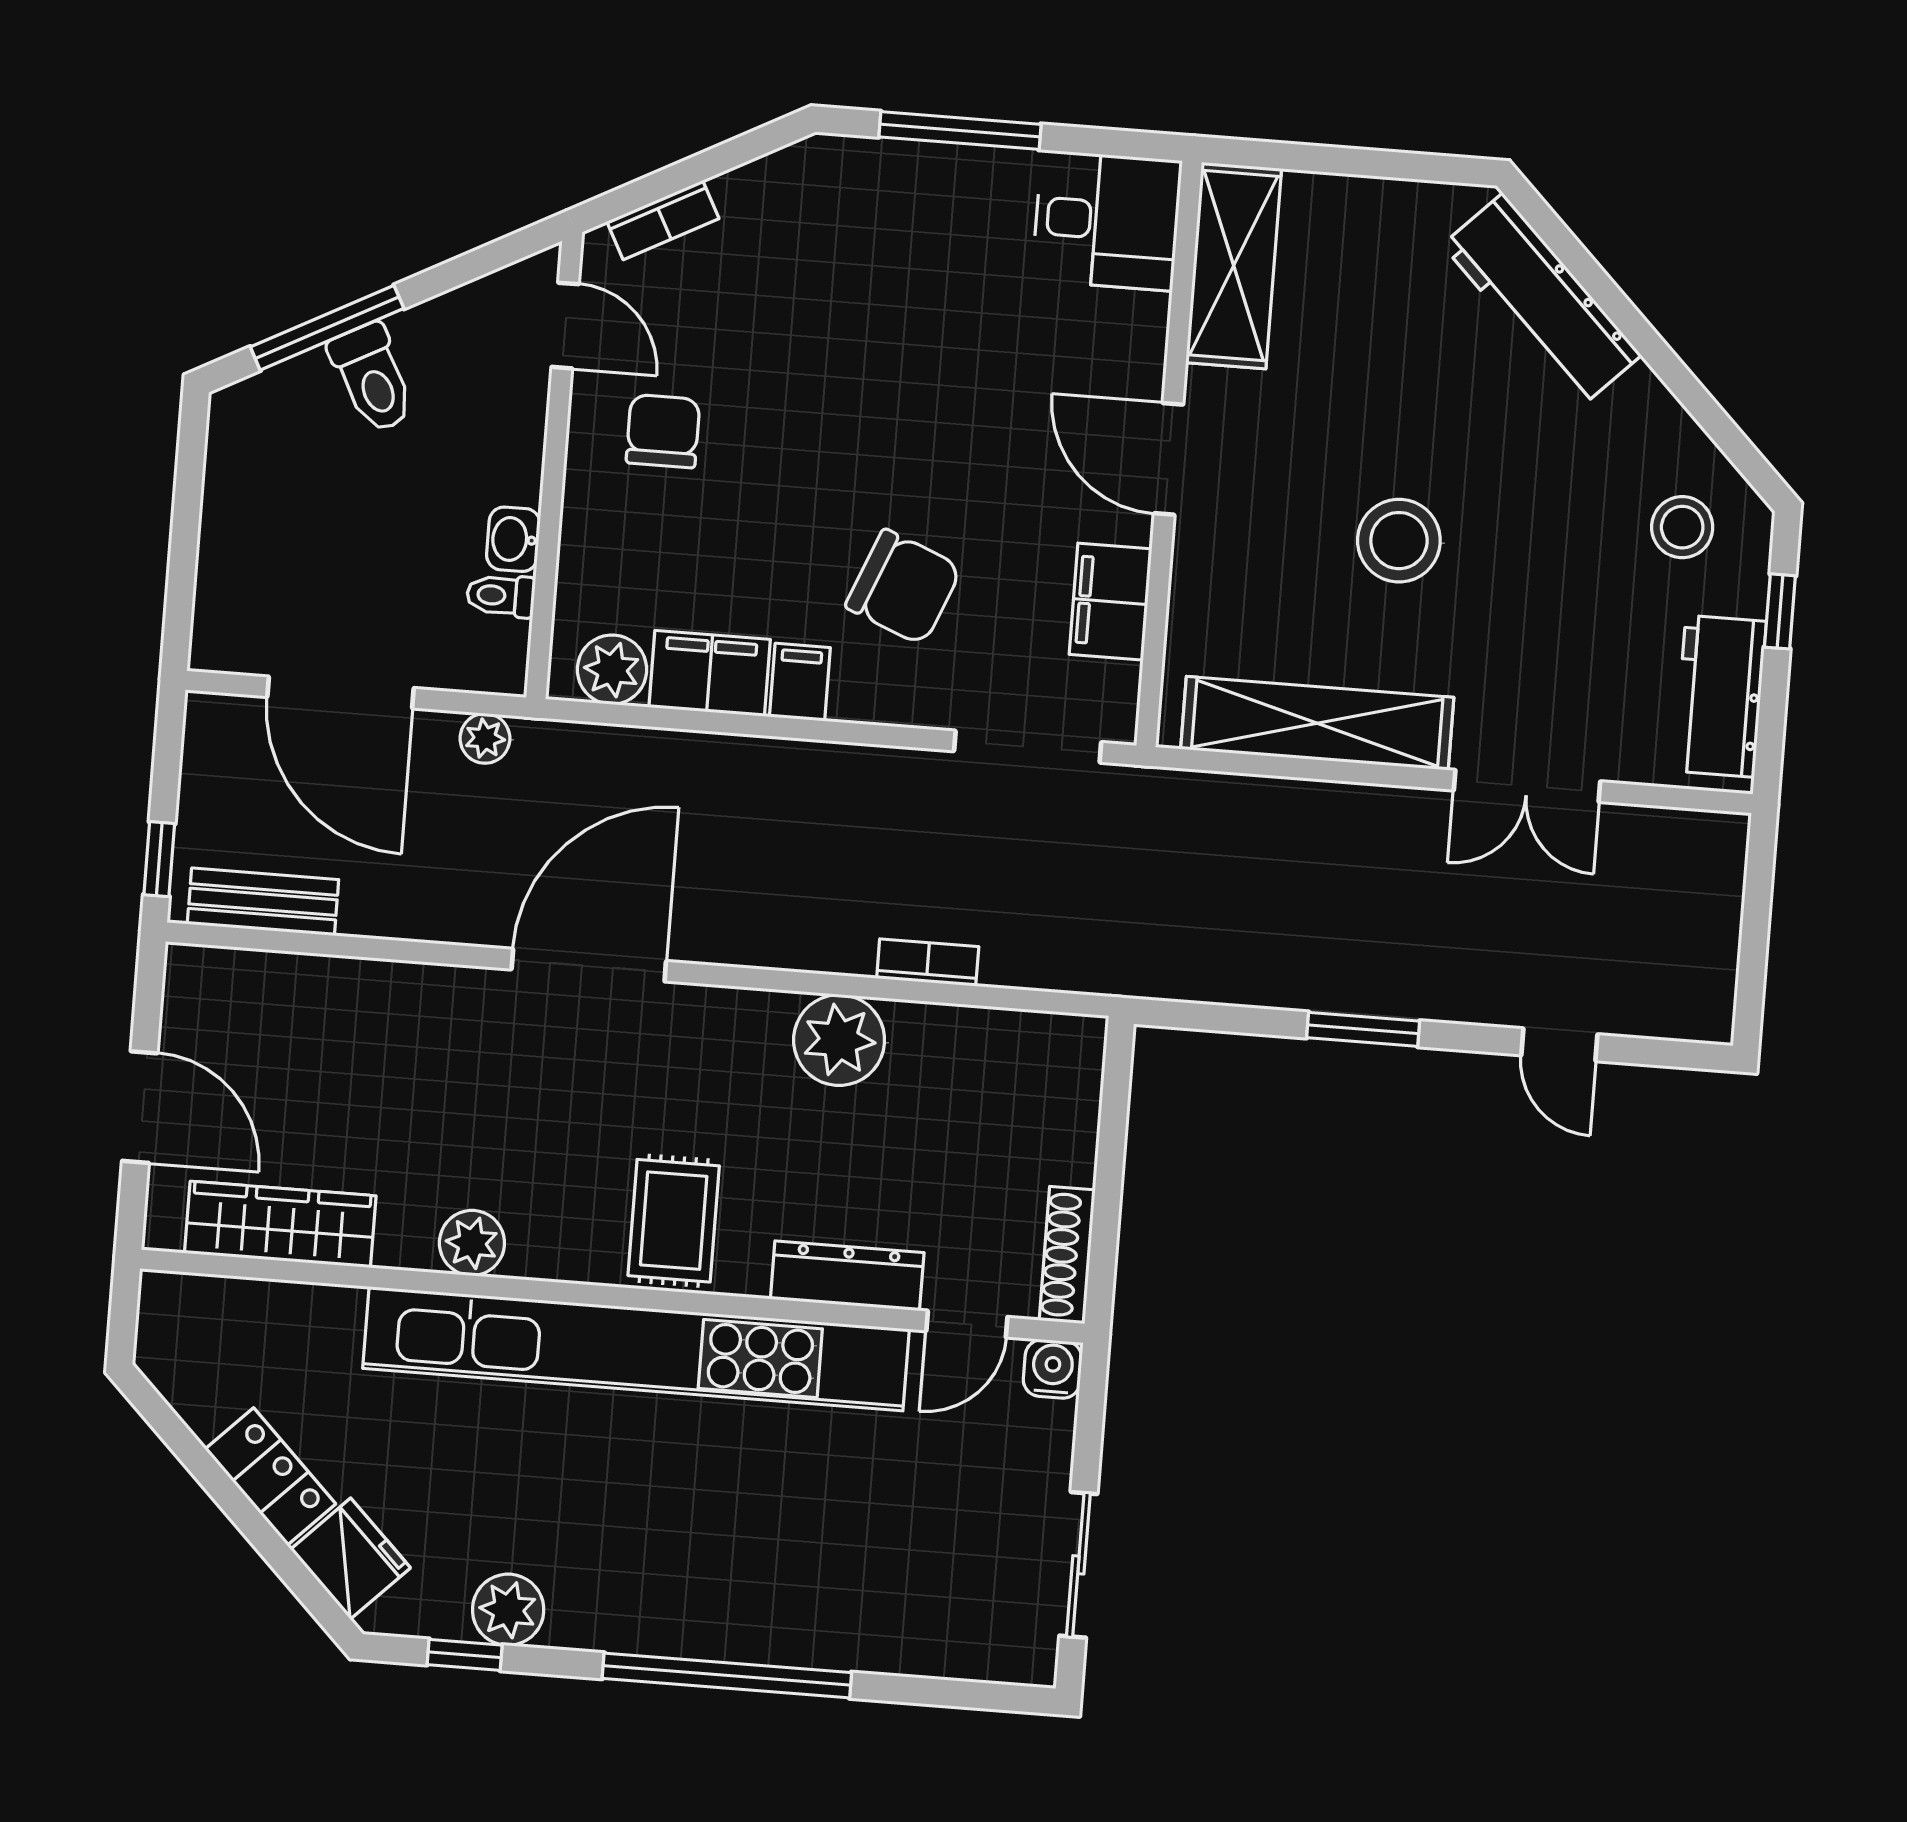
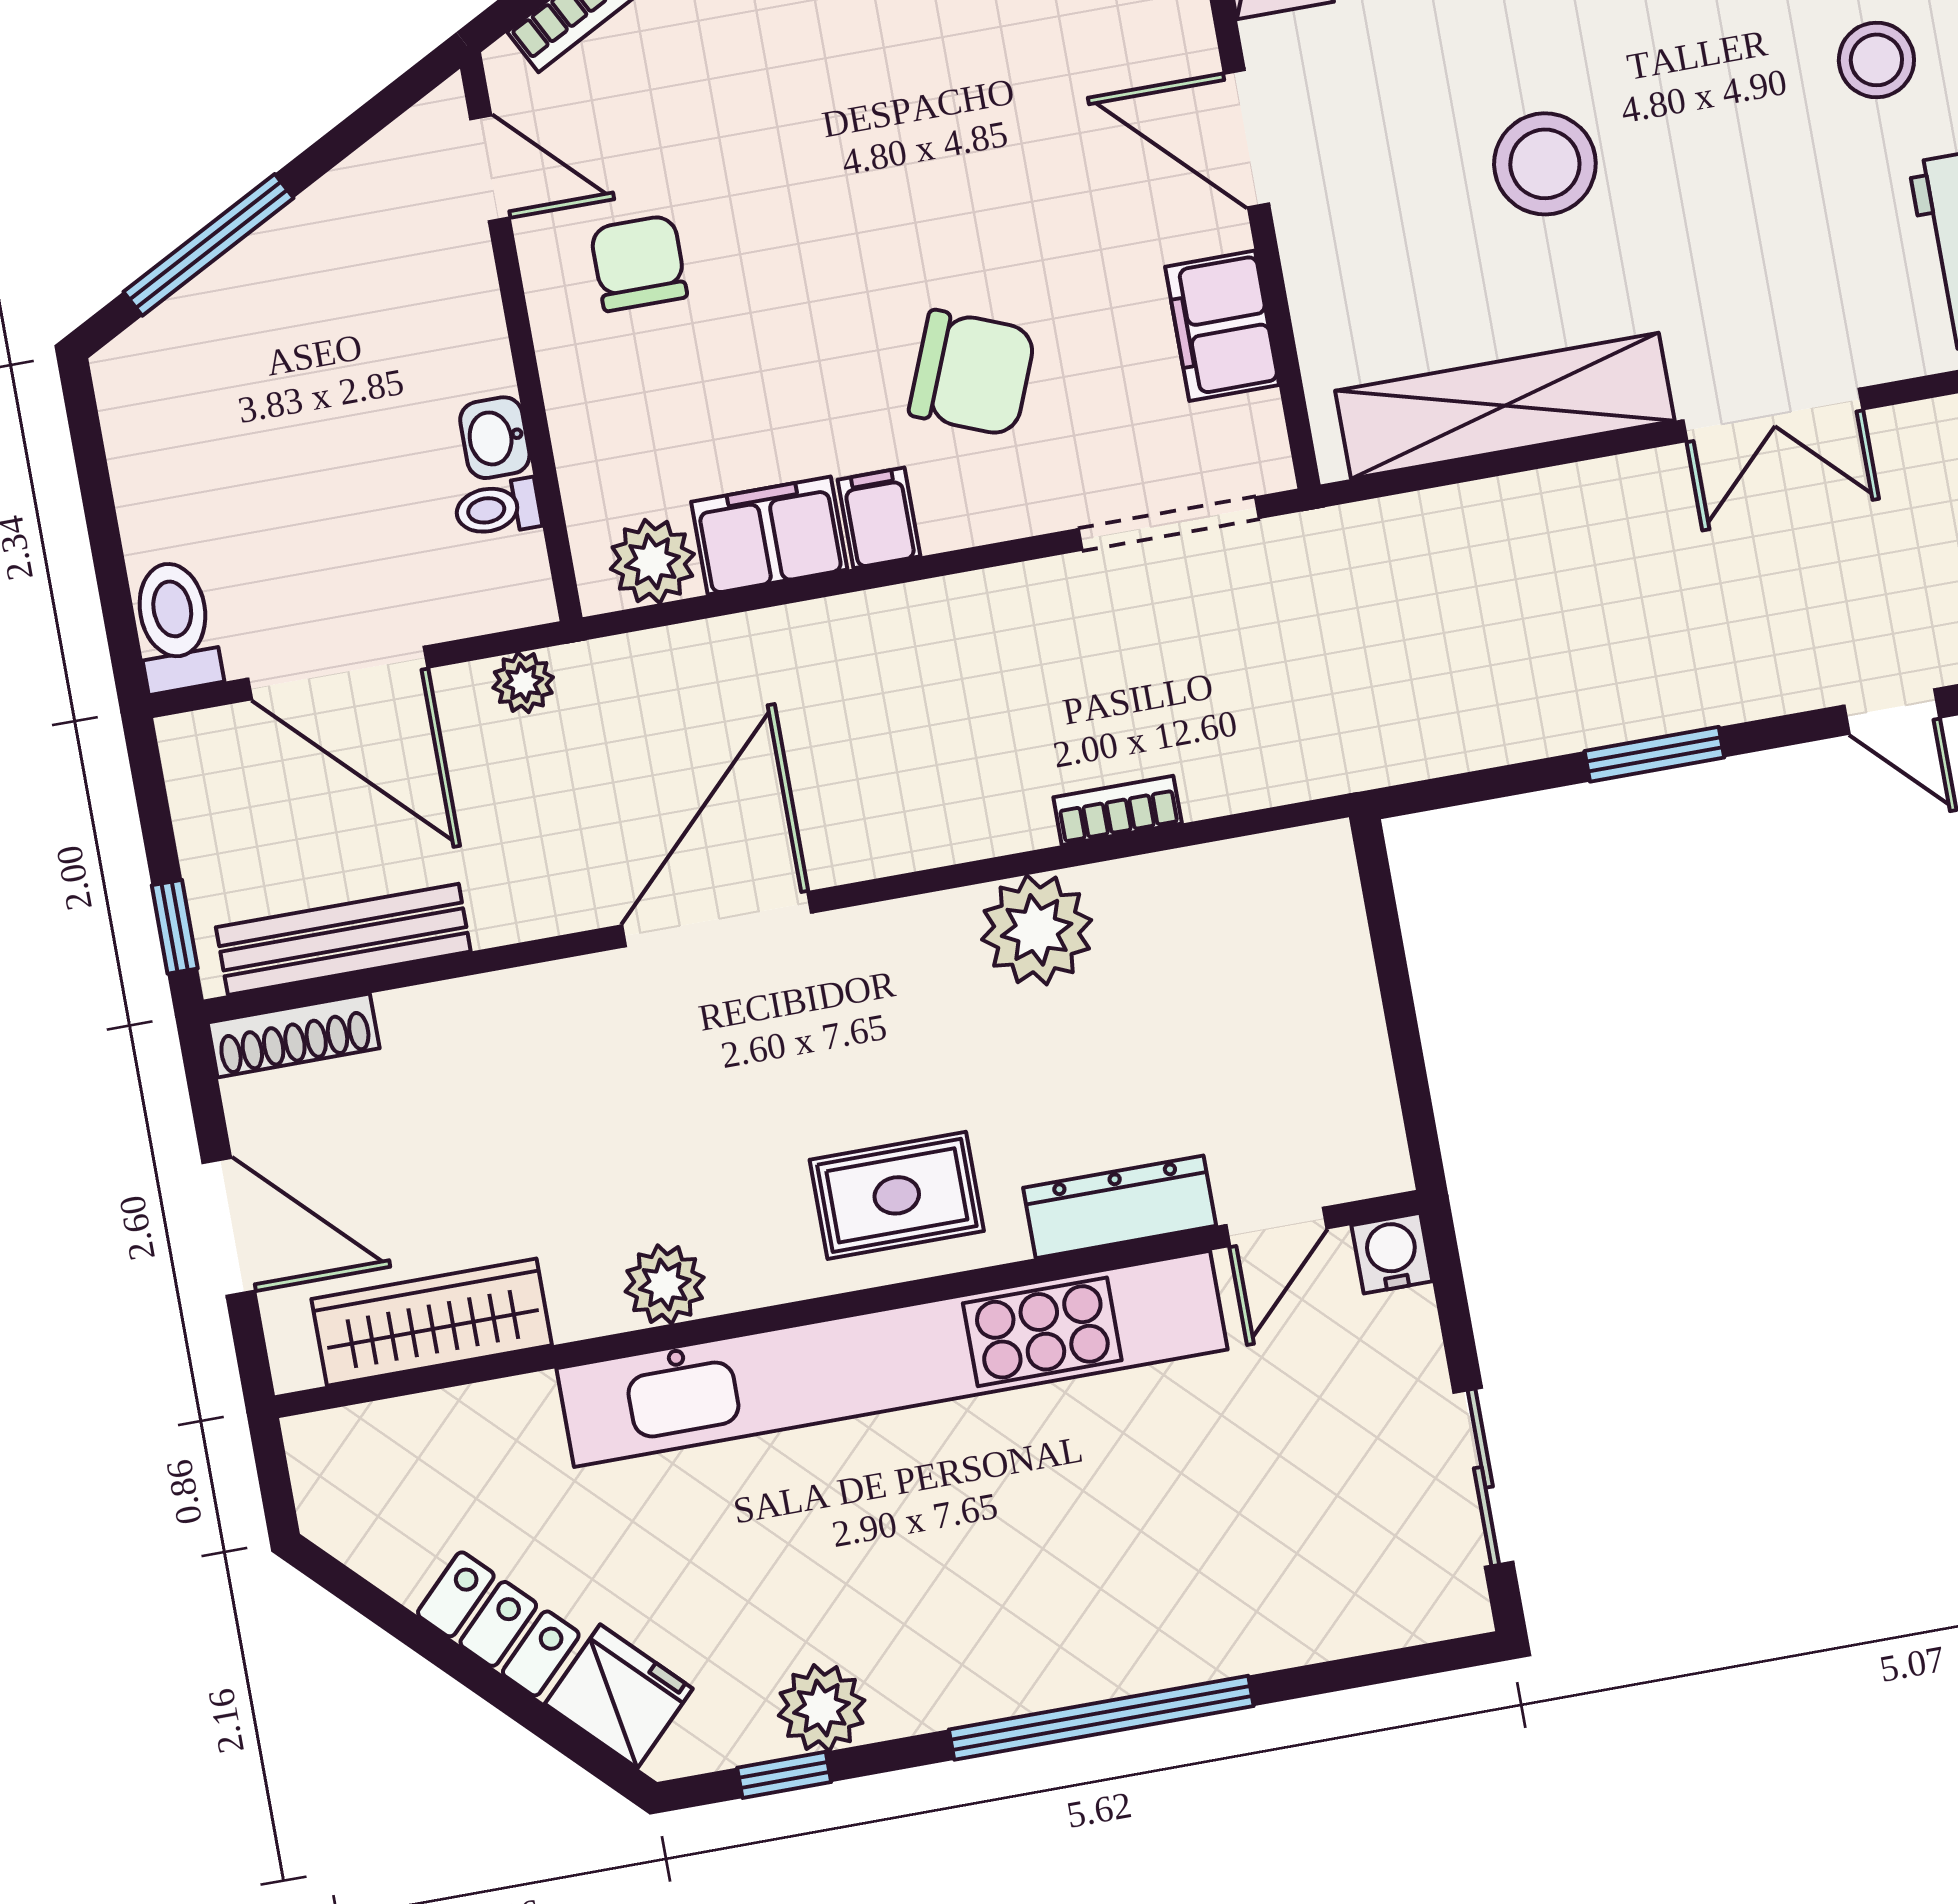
toilet: (372, 378) -> (175, 626), moved, turned -152
bench: (263, 902) -> (343, 939), width x1.36
rug: (674, 1221) -> (897, 1195), turned 90
shoe rack: (1067, 1255) -> (294, 1035), moved, turned -90

